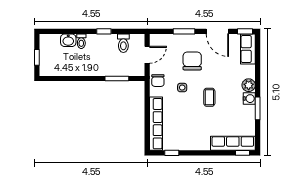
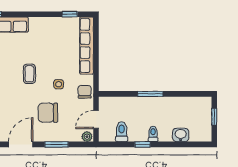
door: (217, 31) -> (21, 144), hinge flipped
plant: (156, 39) -> (87, 137), added
toilet: (81, 41) -> (153, 134), moved
chair: (192, 61) -> (48, 113), turned 90
window: (117, 79) -> (150, 94), moved

